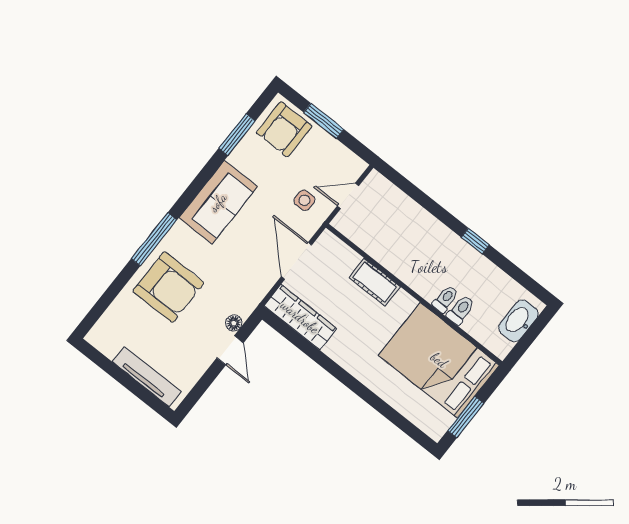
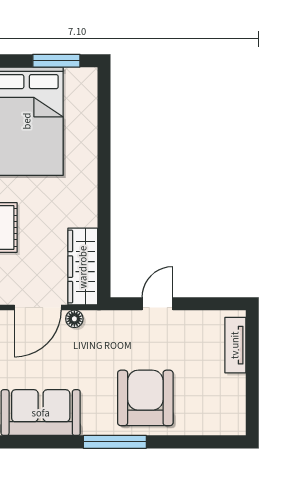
floor lamp: (234, 323) -> (74, 319), moved
tv unit: (147, 377) -> (235, 345), width x0.71

